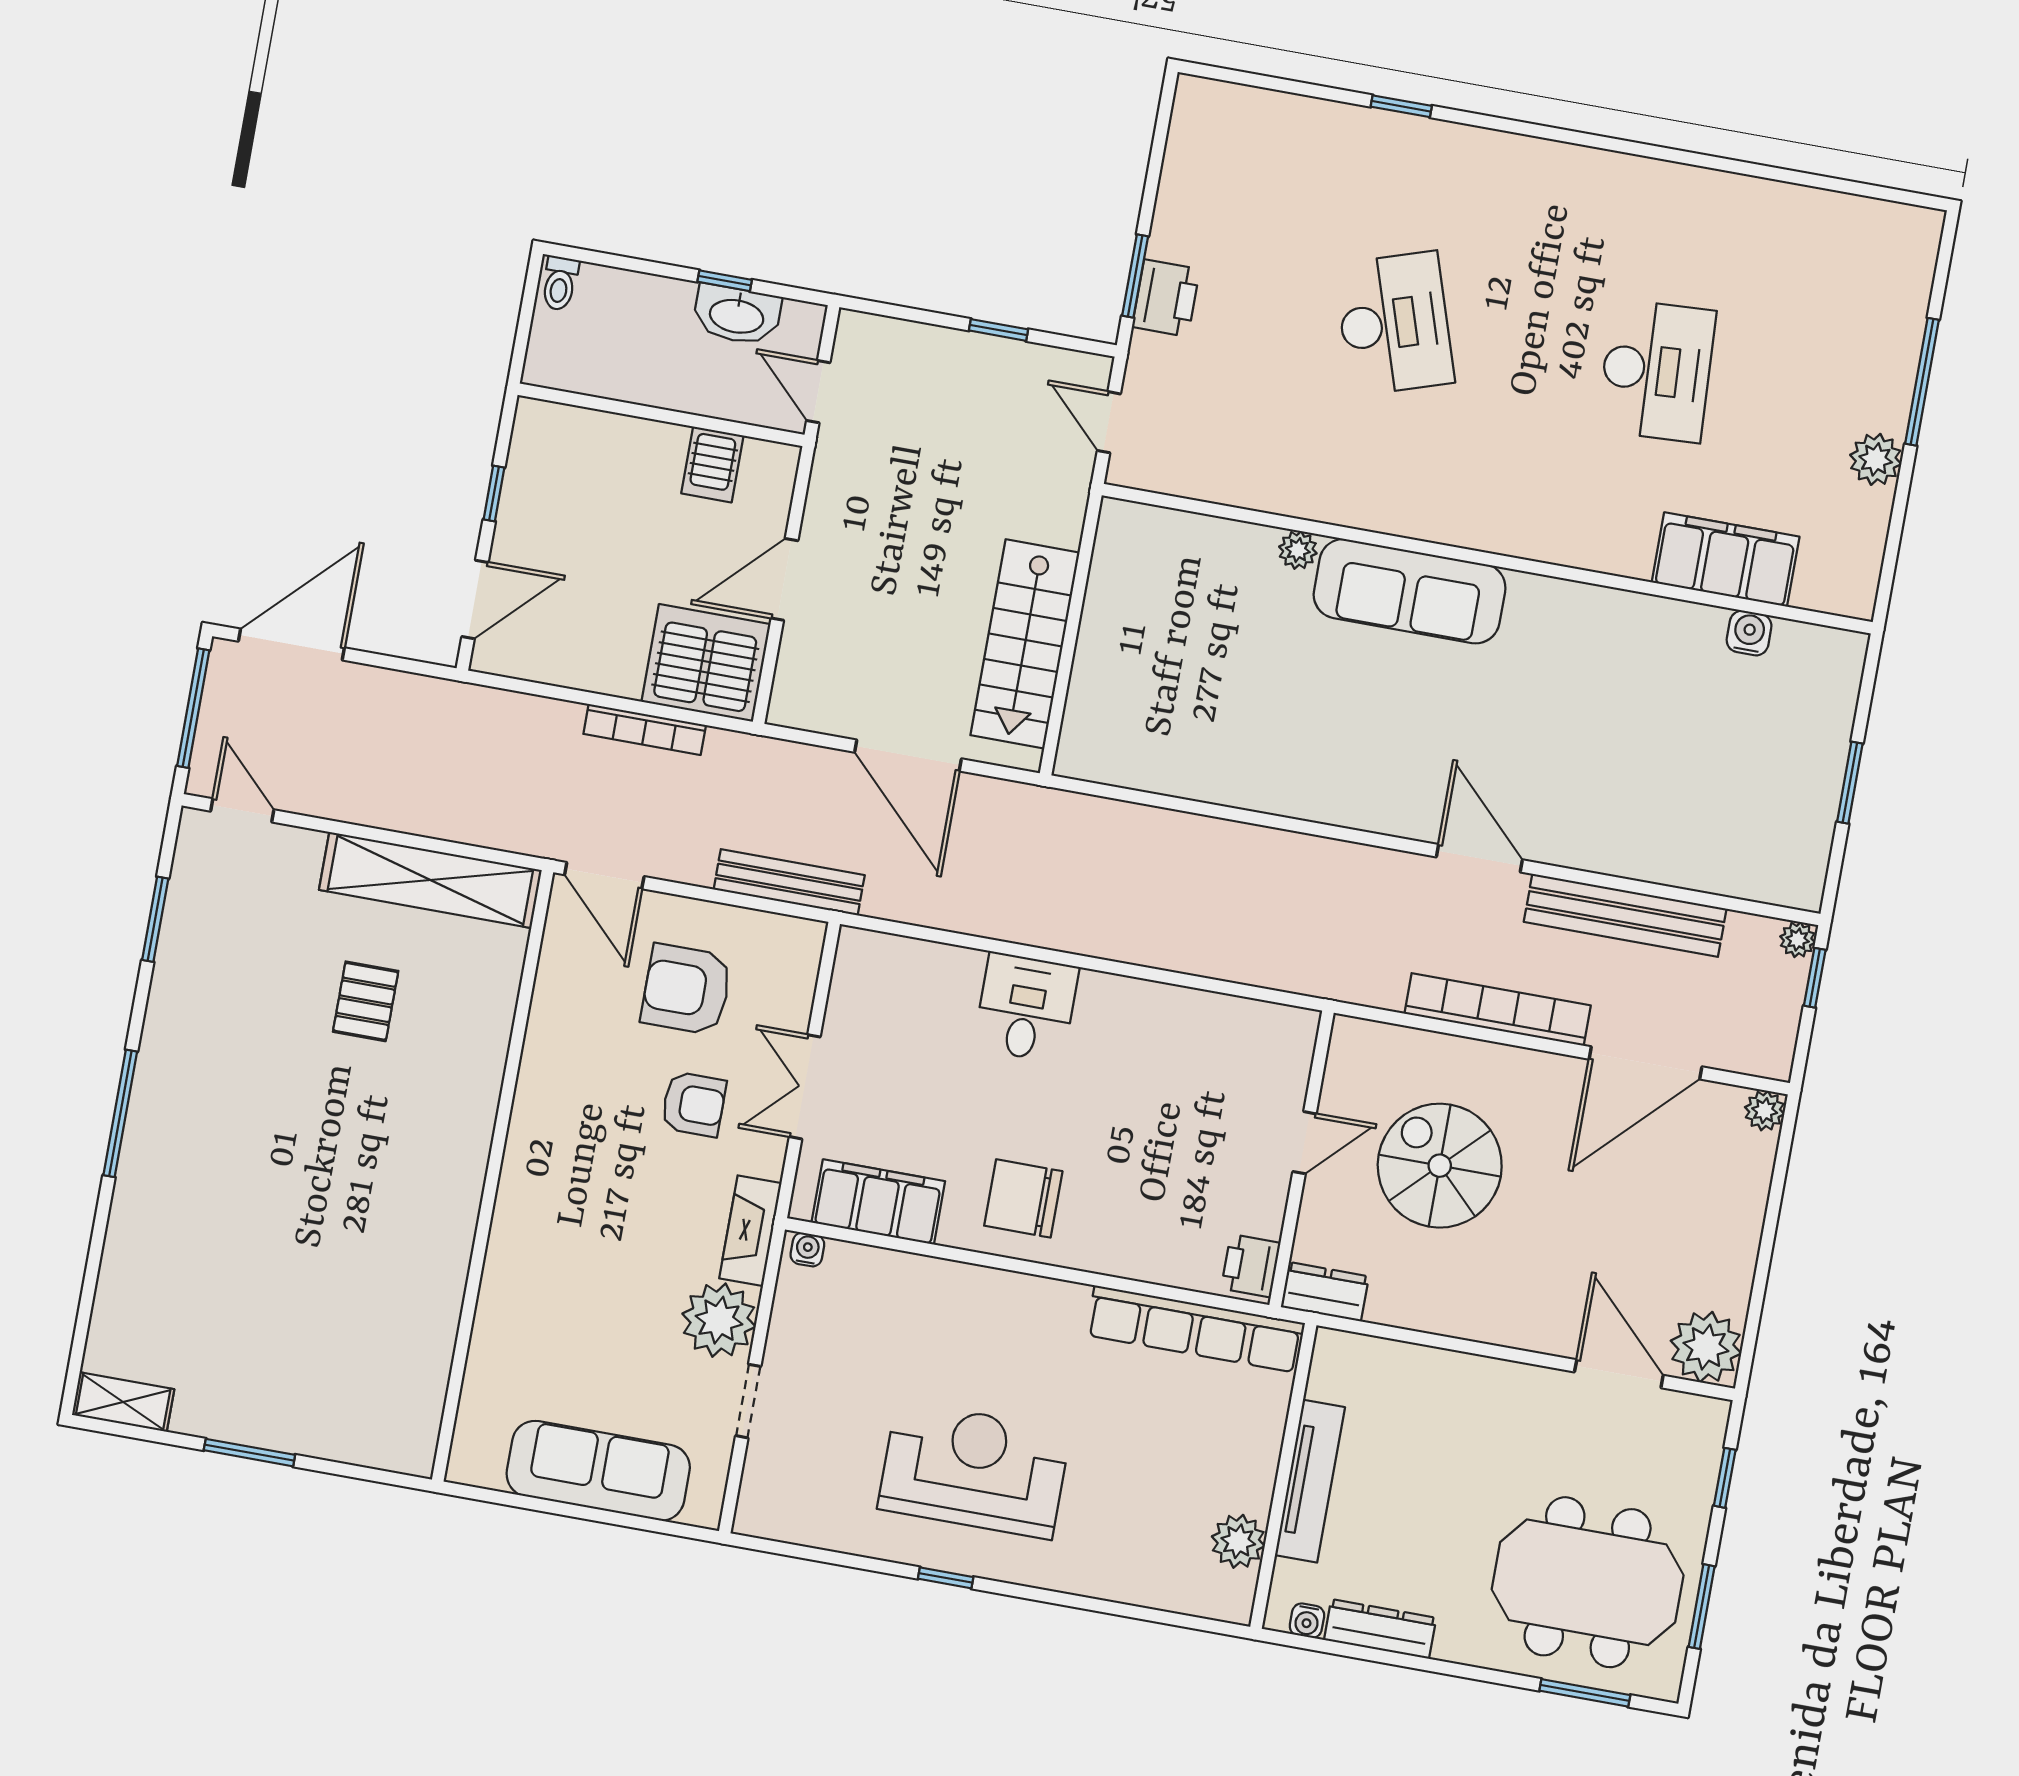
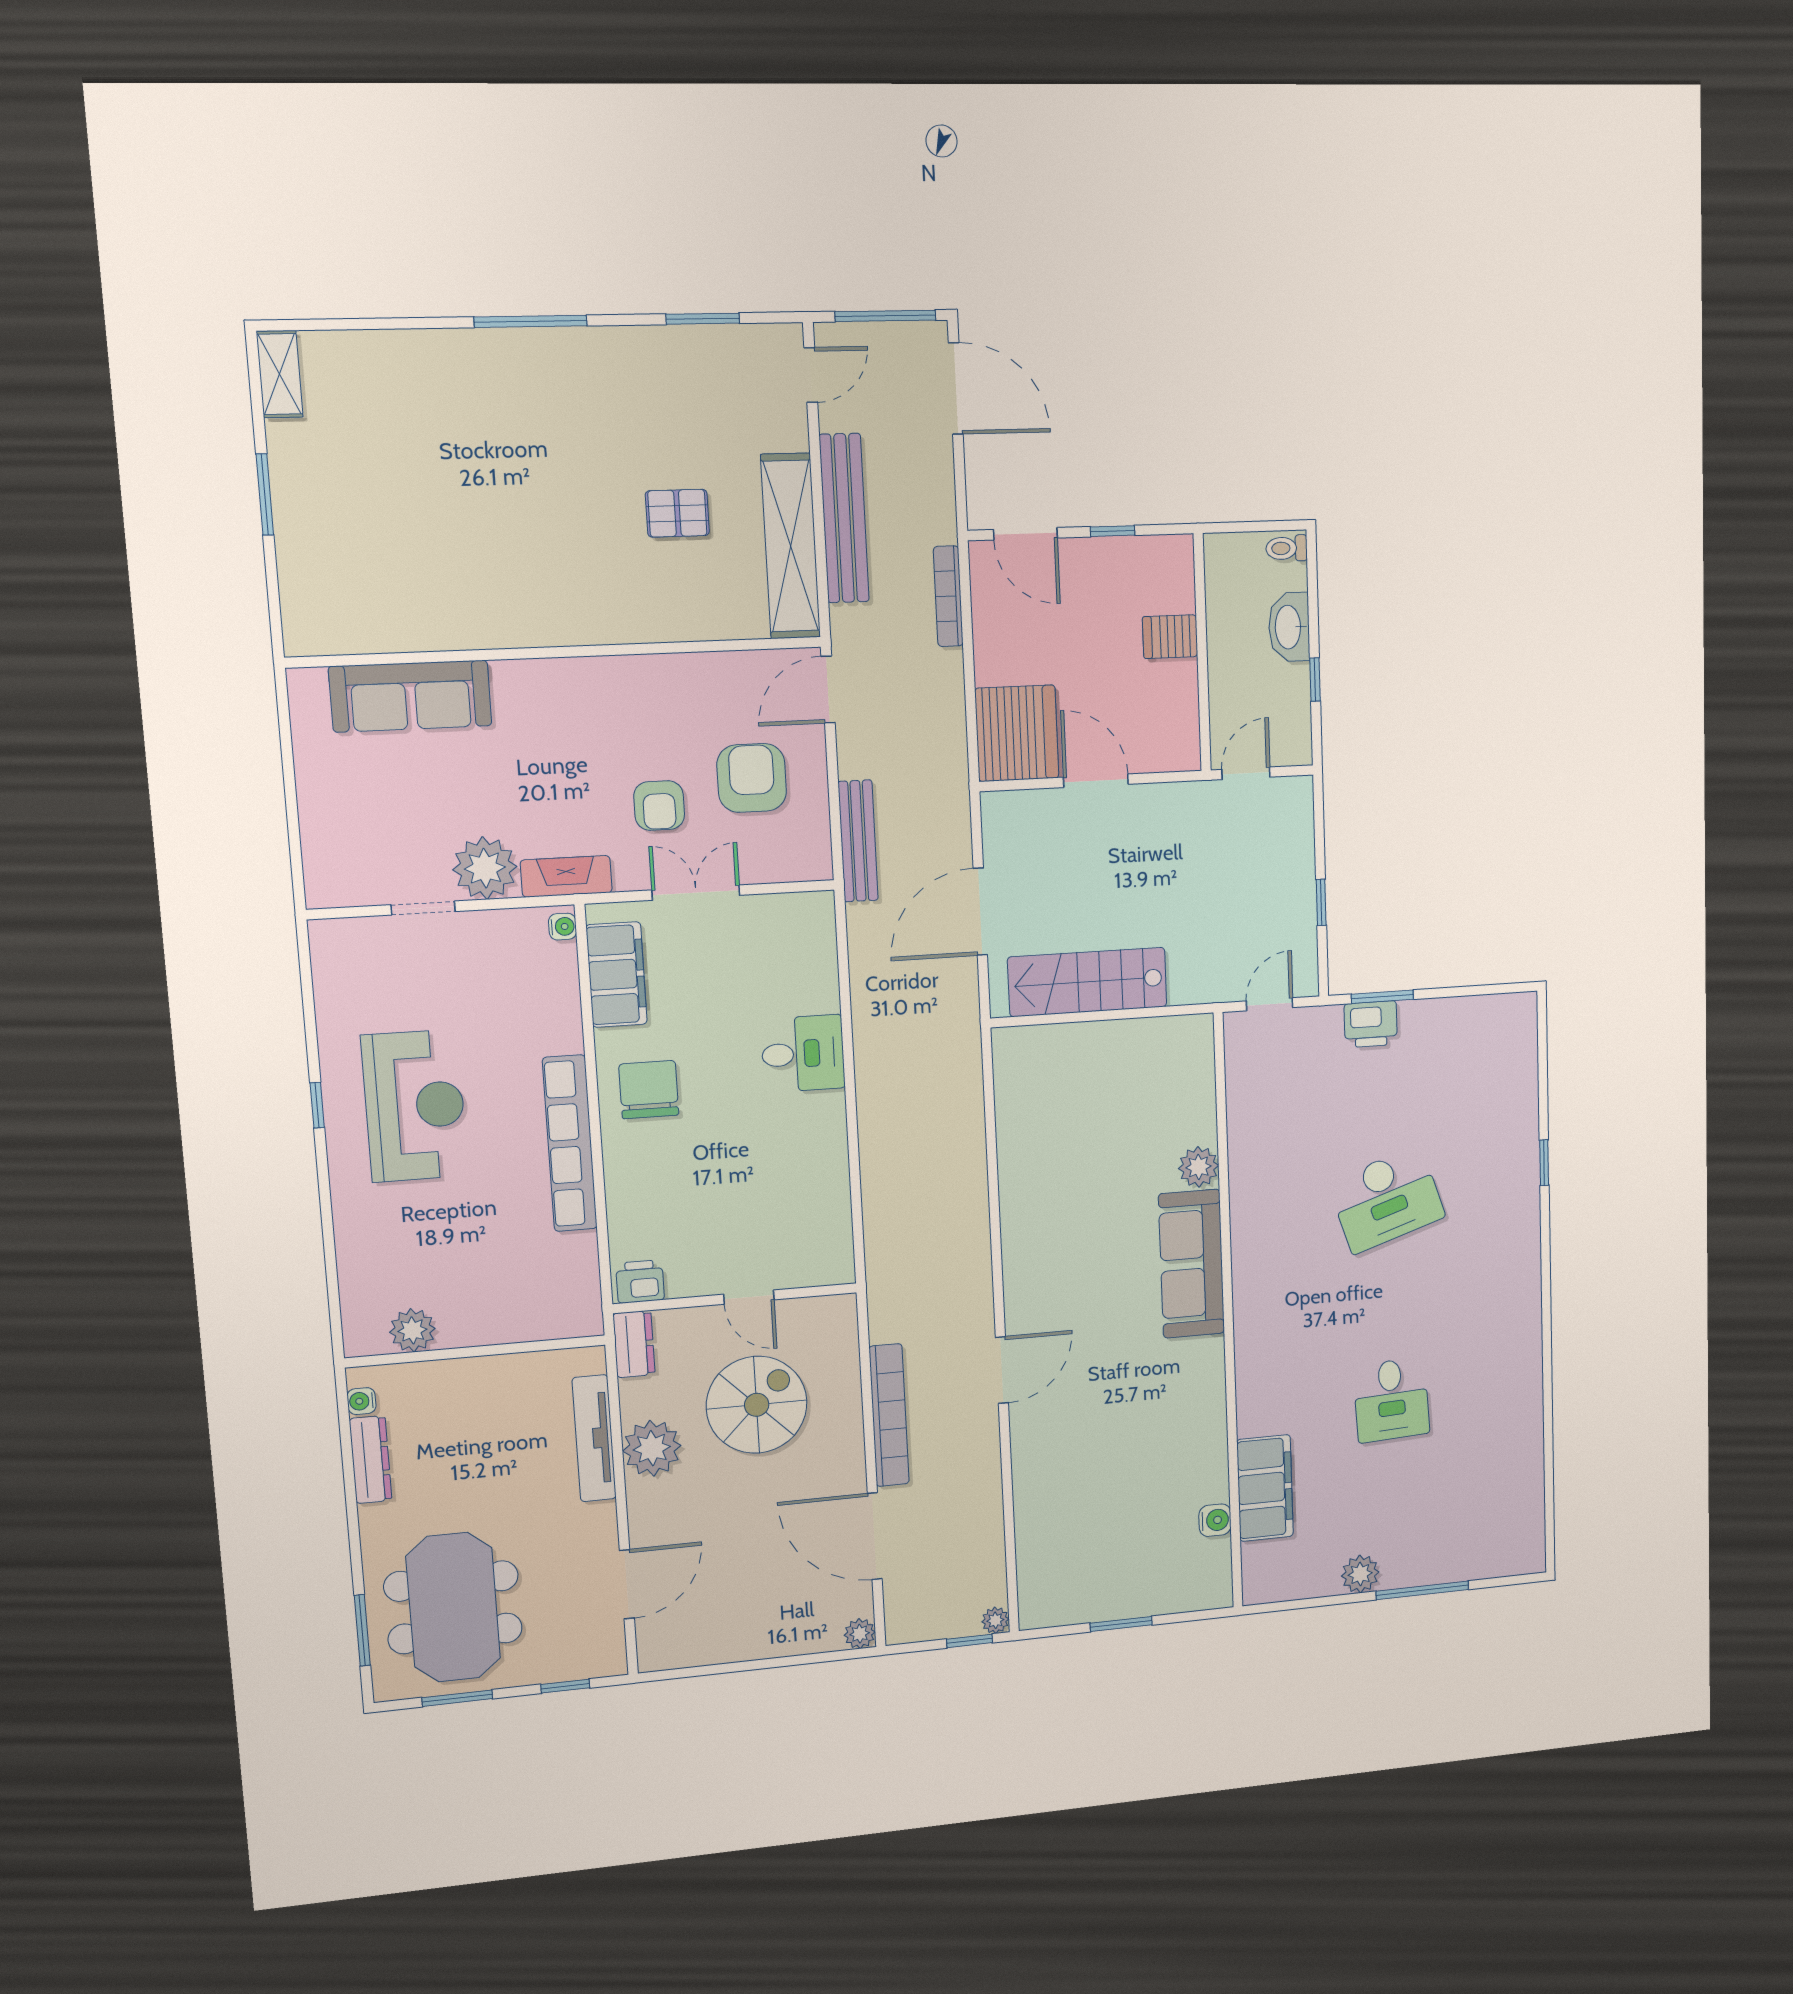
washbasin: (737, 315) -> (1289, 627), moved
desk: (1656, 371) -> (1391, 1400), width x0.73
server rack: (712, 465) -> (1170, 637), moved
plant: (1298, 550) -> (1199, 1167), width x1.38, depth x1.38
bookcase: (645, 729) -> (948, 596), moved
bench: (1625, 915) -> (844, 518), moved
row of seats: (1195, 1329) -> (570, 1143), moved
plant: (1706, 1347) -> (652, 1448), moved
sofa: (598, 1471) -> (410, 696), moved, turned 90
tv unit: (1310, 1481) -> (594, 1438), moved, turned 90

